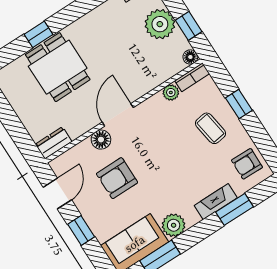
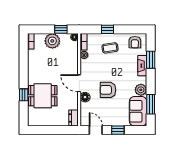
armchair: (117, 178) -> (108, 90), moved, turned 90

